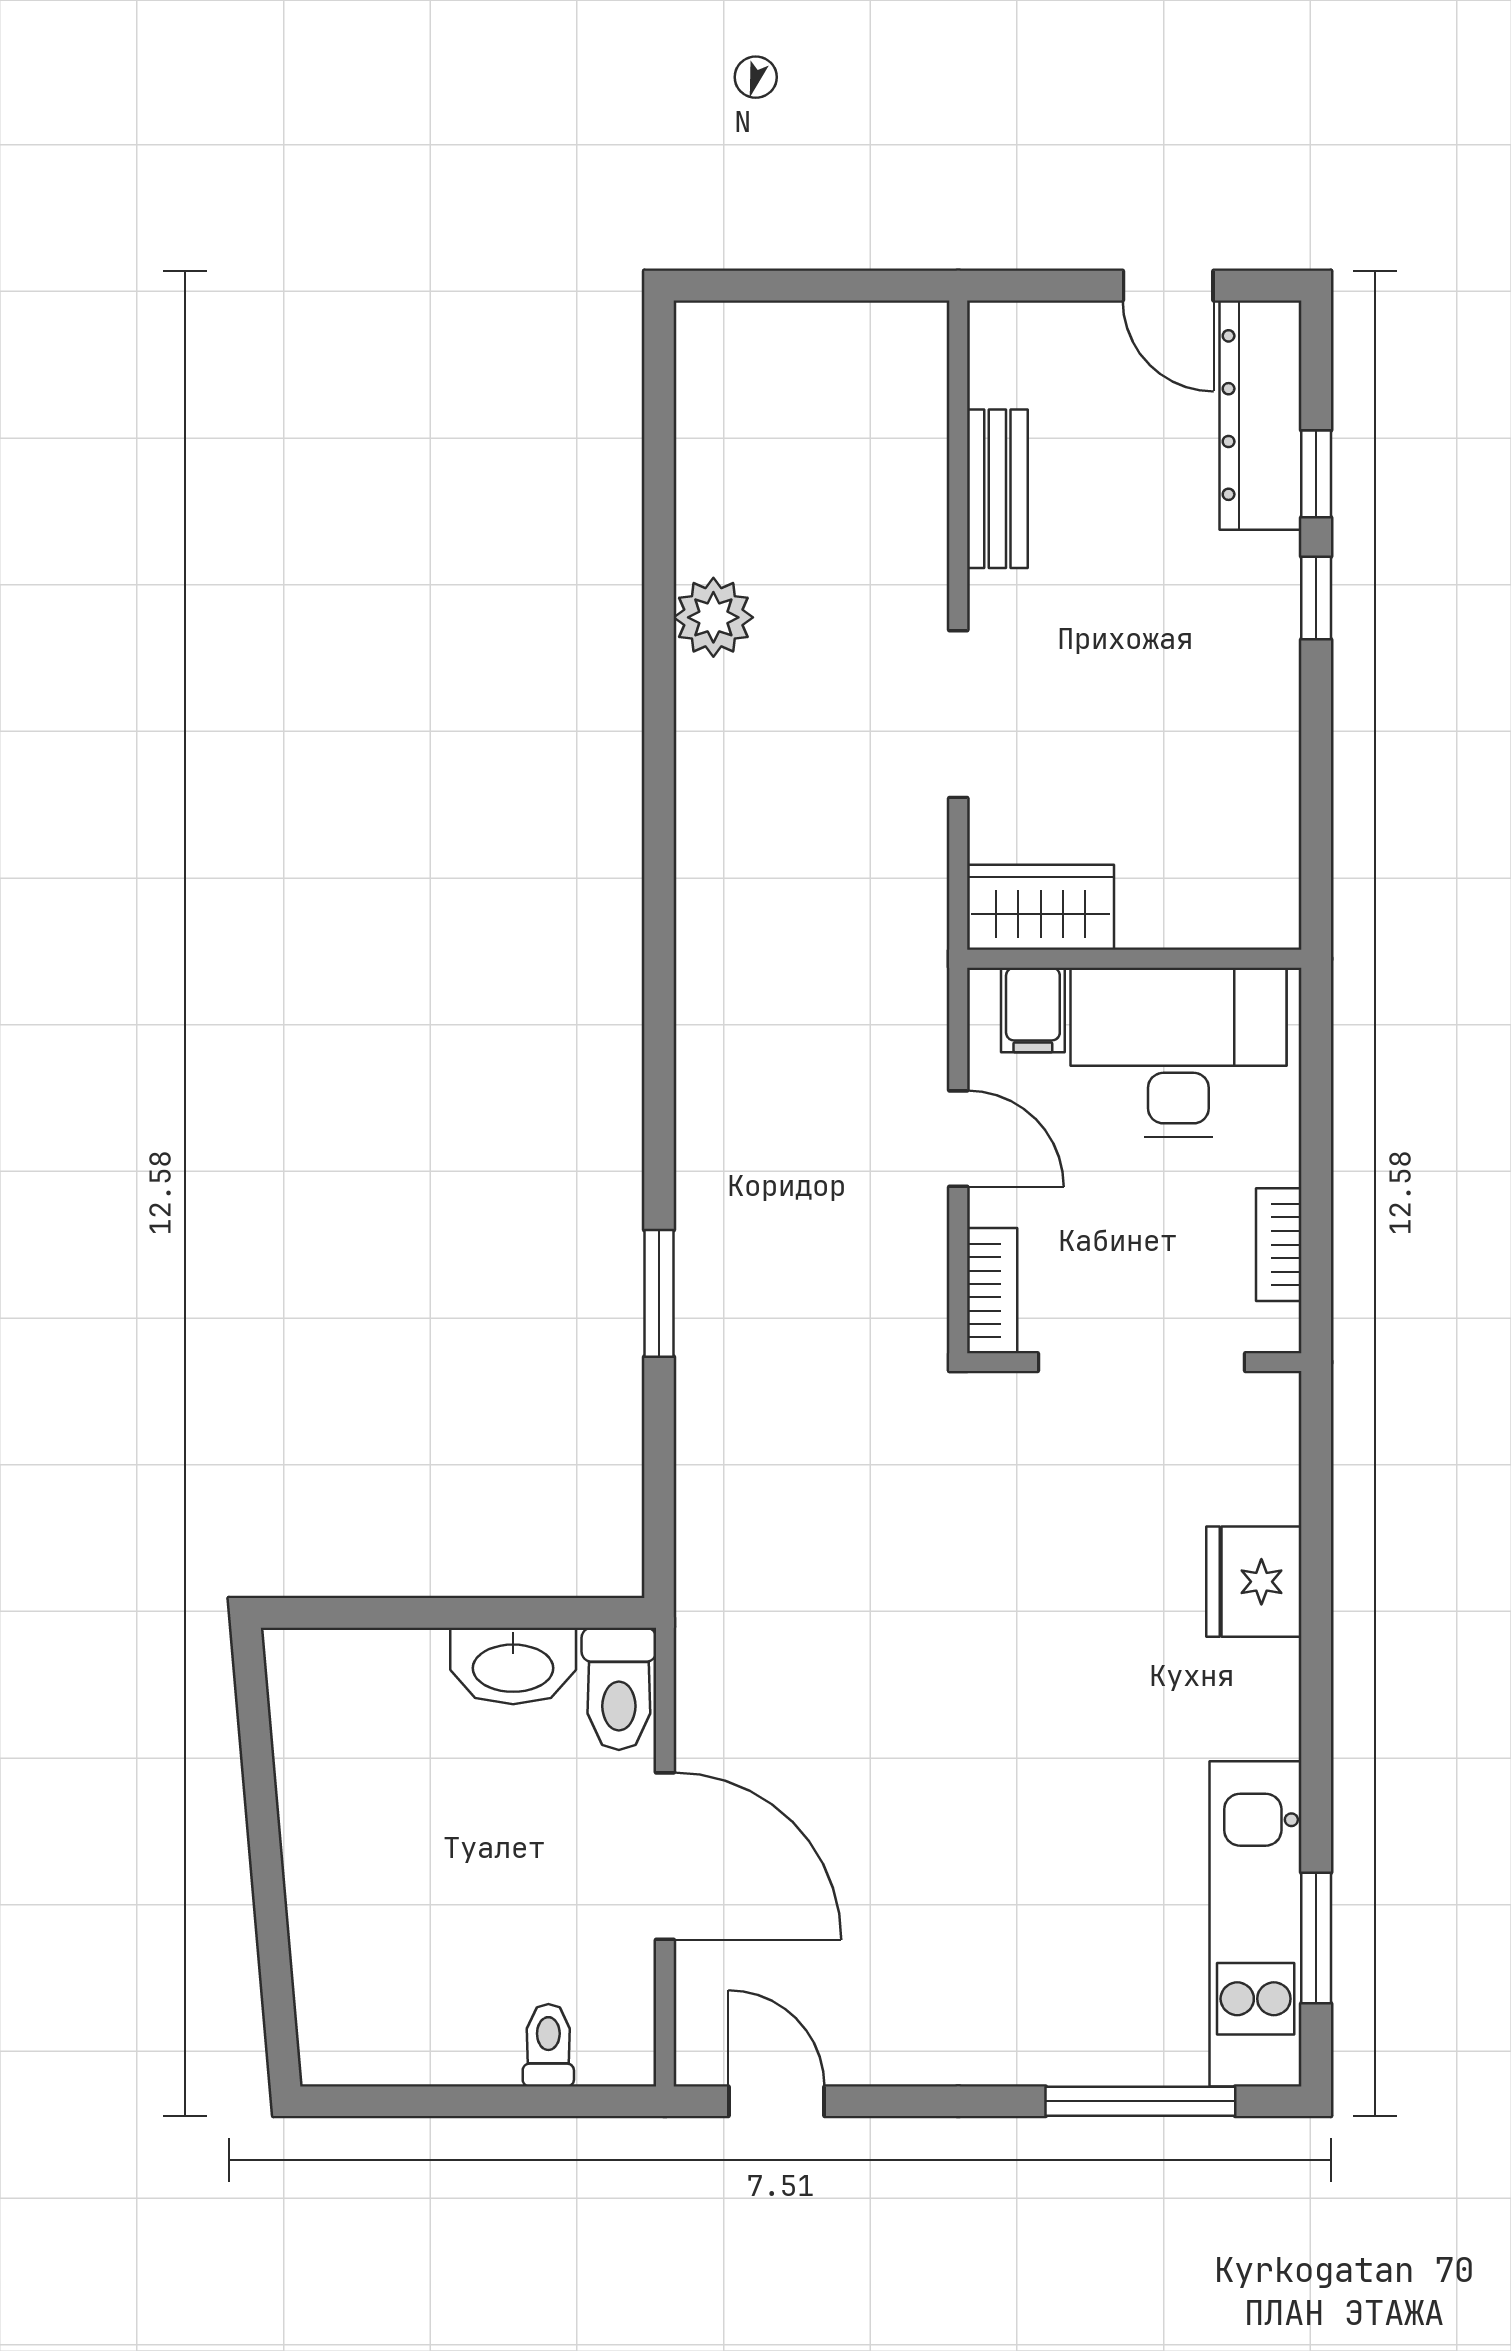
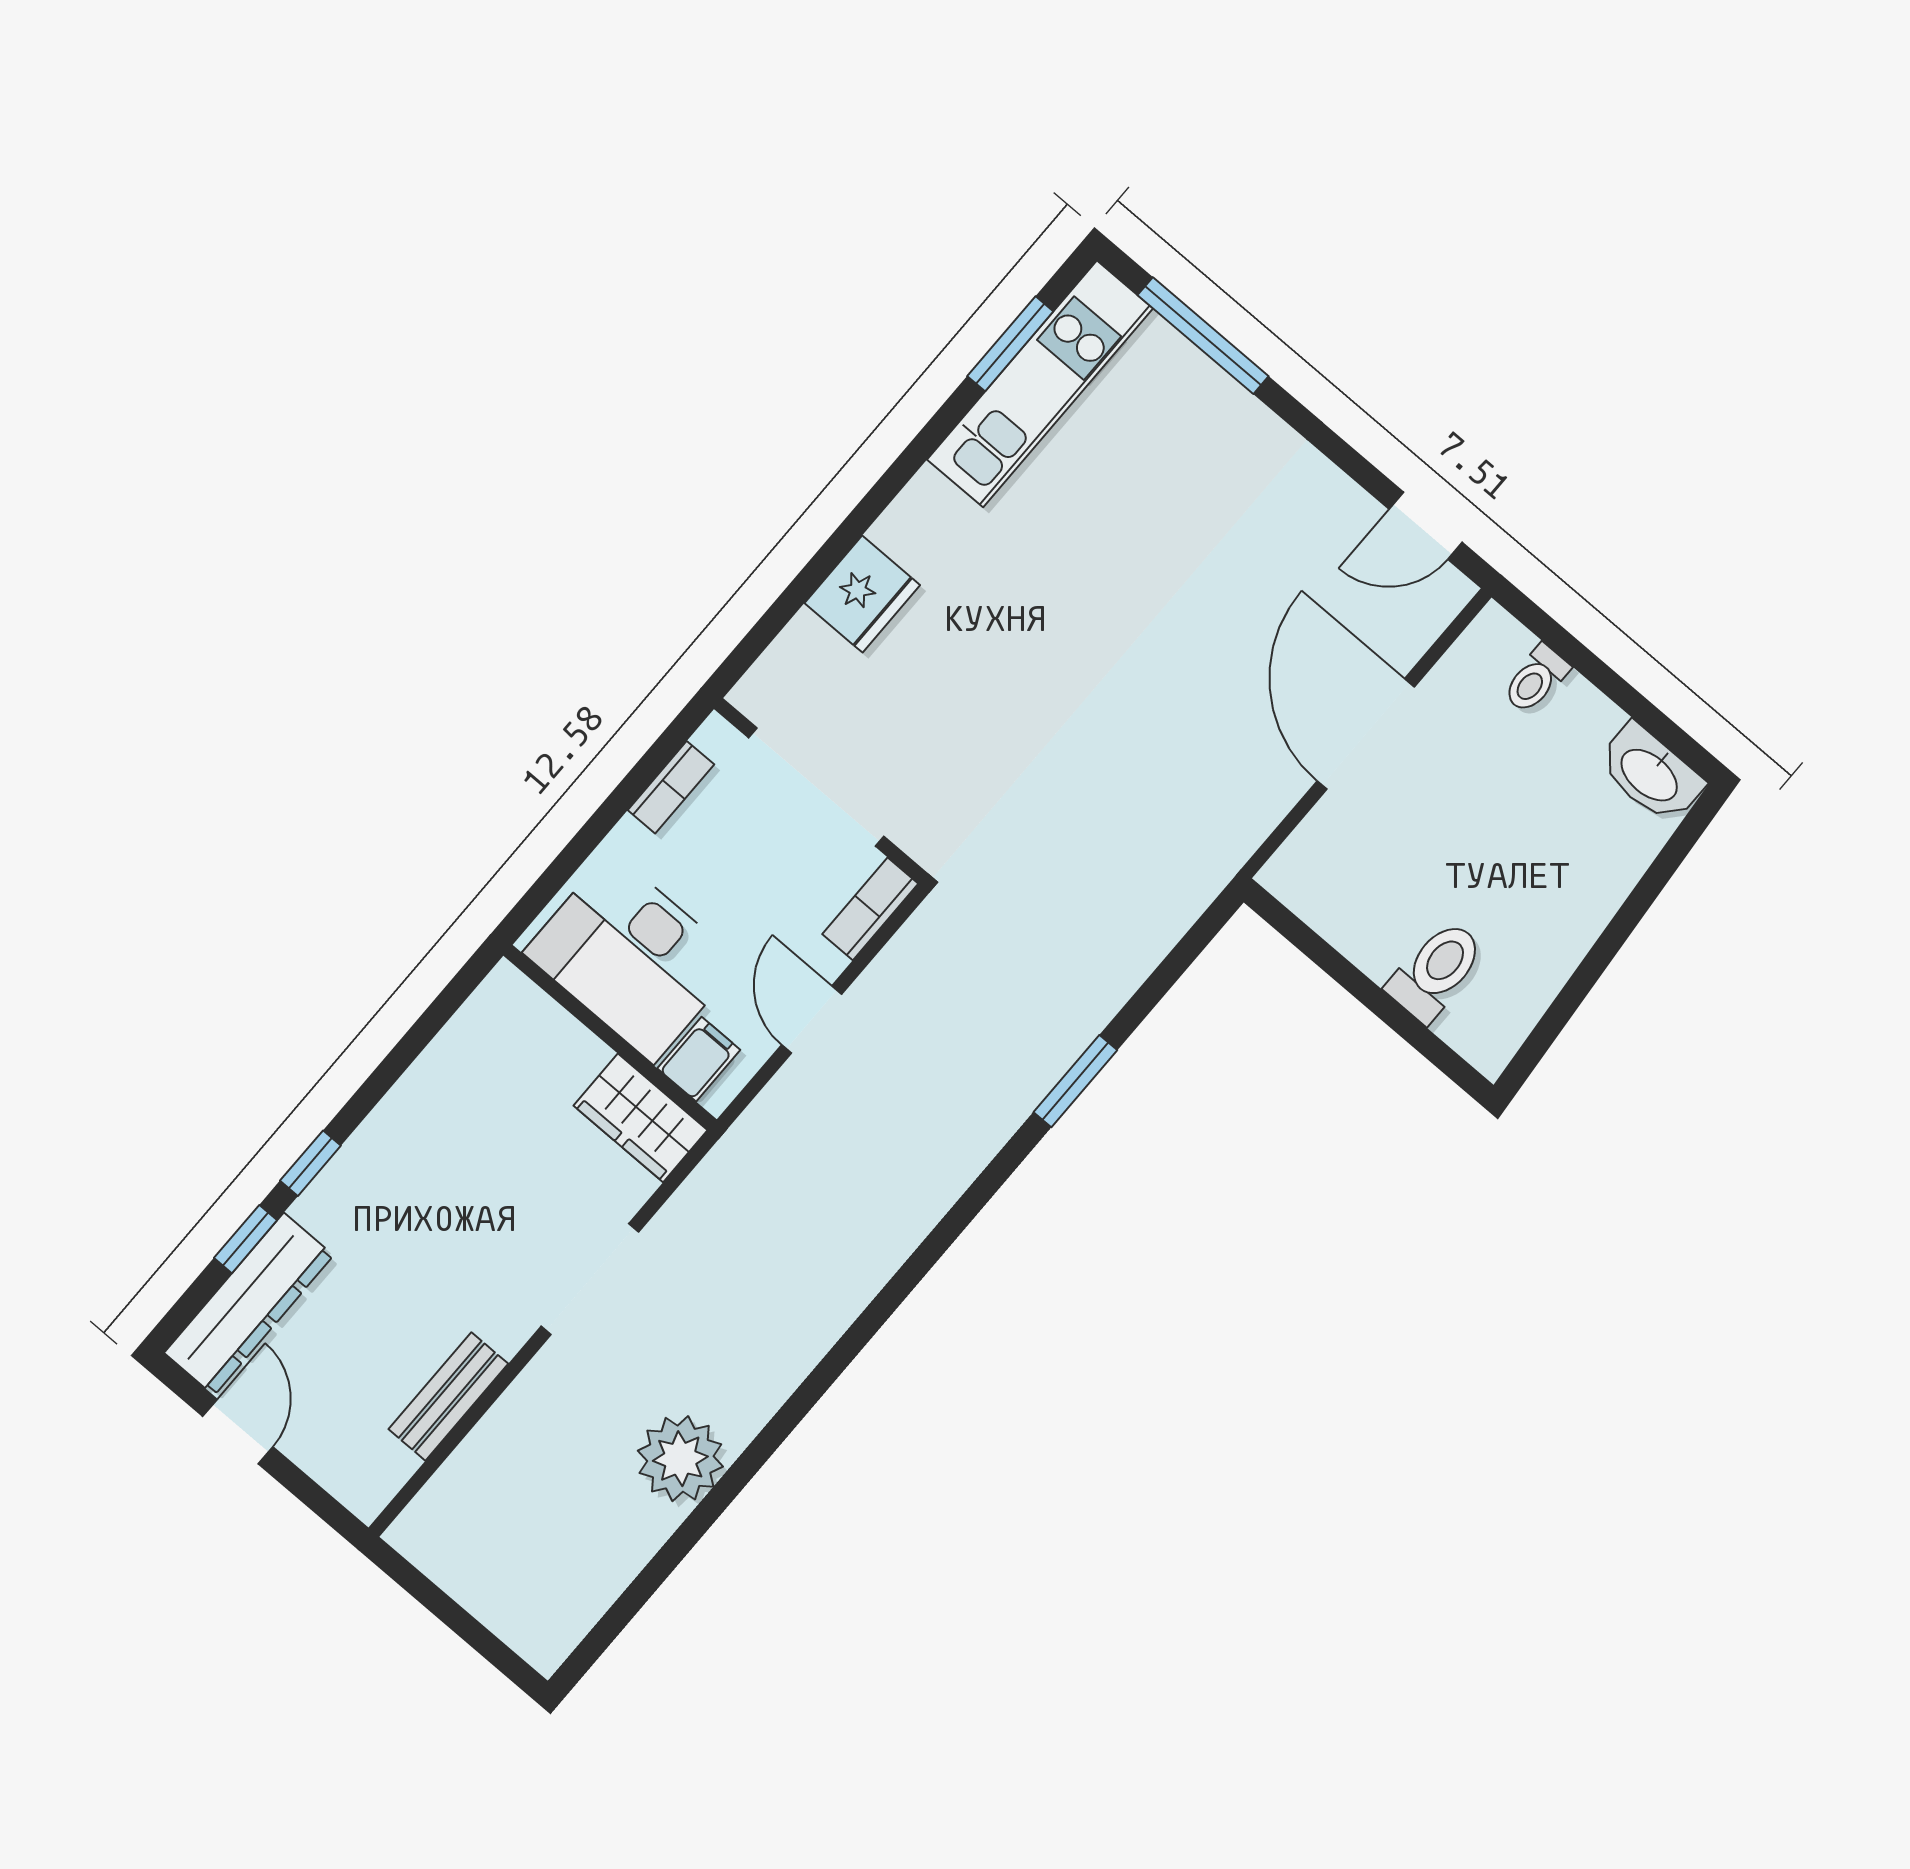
plant: (713, 617) -> (680, 1459), width x1.36, depth x1.36
washbasin: (513, 1666) -> (1650, 774), moved, turned 180
toilet: (619, 1689) -> (1436, 971), moved
door: (776, 2101) -> (1426, 526), hinge flipped

